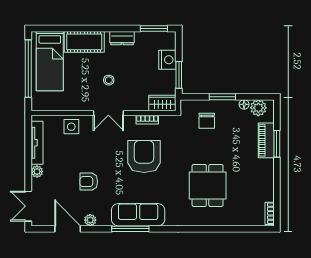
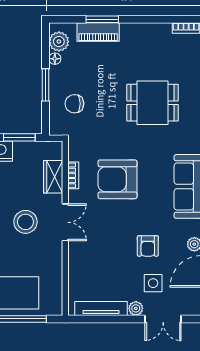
stool: (109, 80) -> (25, 222), width x1.89, depth x1.89
wardrobe: (162, 103) -> (53, 177), moved
chair: (207, 121) -> (74, 104), turned 180
side table: (71, 127) -> (153, 283), moved
double door: (28, 206) -> (163, 319), moved

